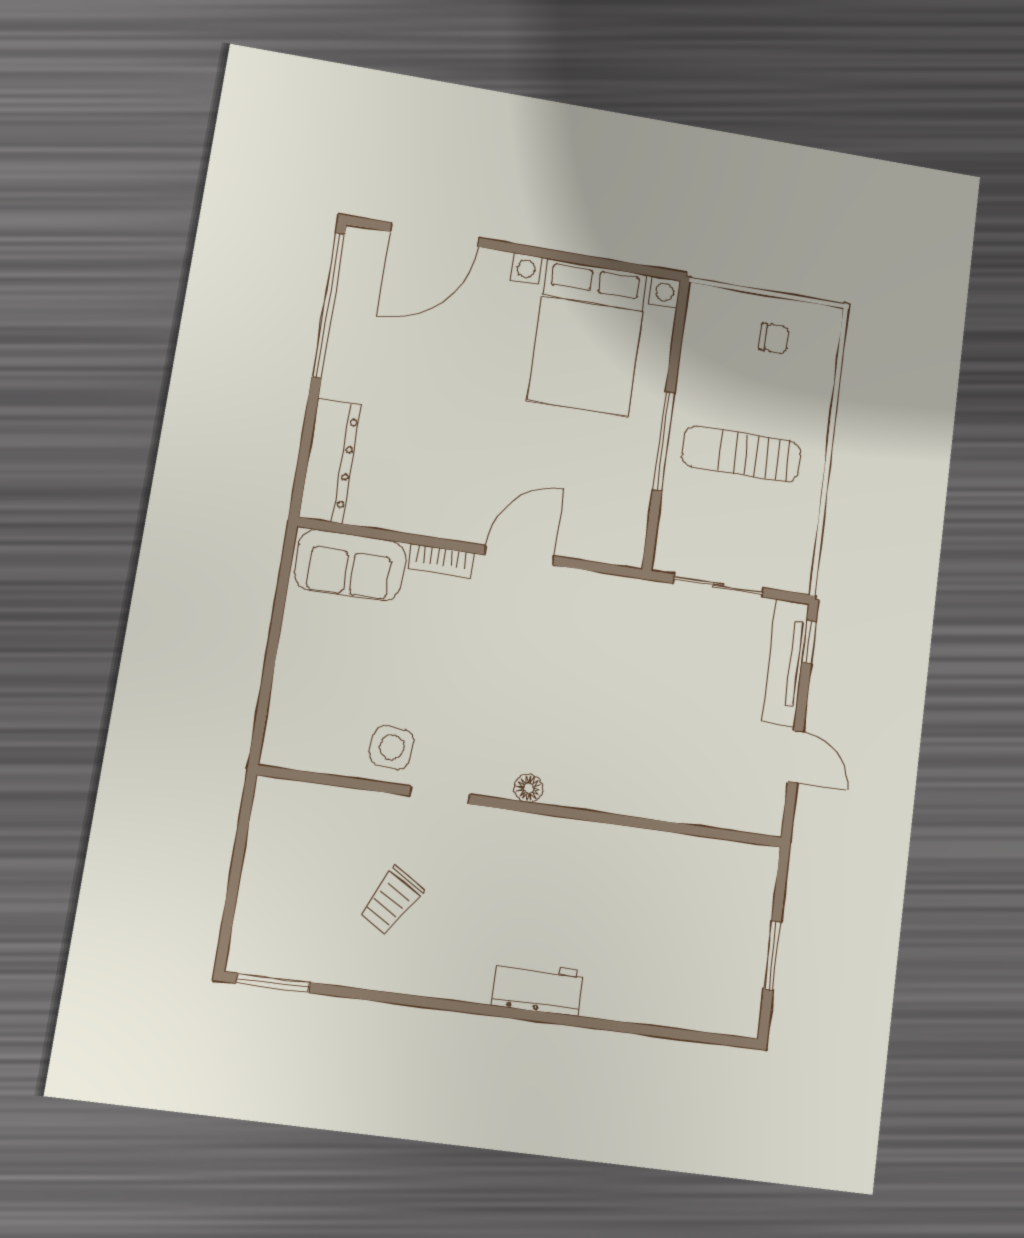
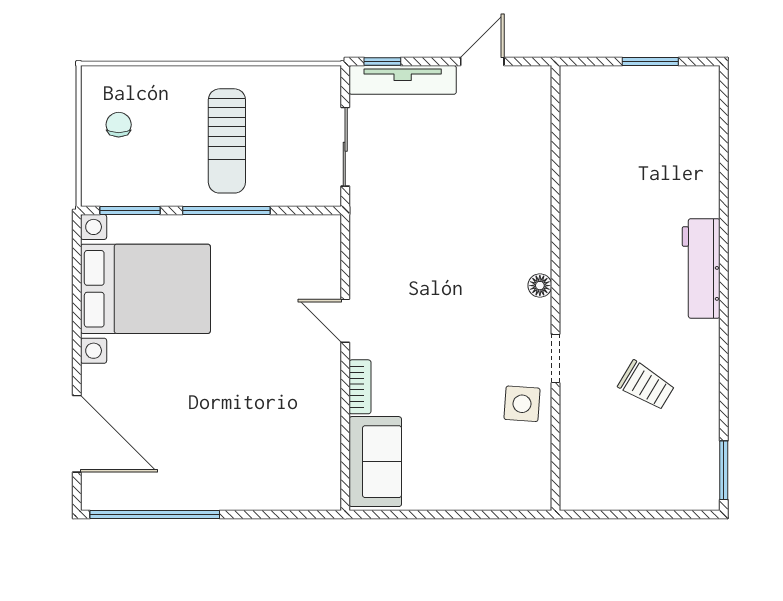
window: (678, 335) -> (130, 210), added
dresser: (330, 461) -> (289, 492), removed
door: (520, 555) -> (345, 321), width x0.73
workbench: (538, 988) -> (701, 268), width x1.38

